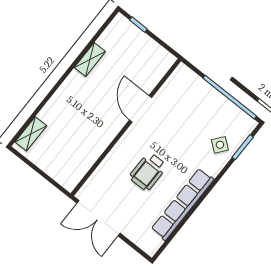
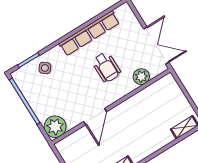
plant: (183, 80) -> (55, 127), added
wheelchair: (148, 172) -> (106, 67), turned 90
plant: (103, 175) -> (141, 77), added

